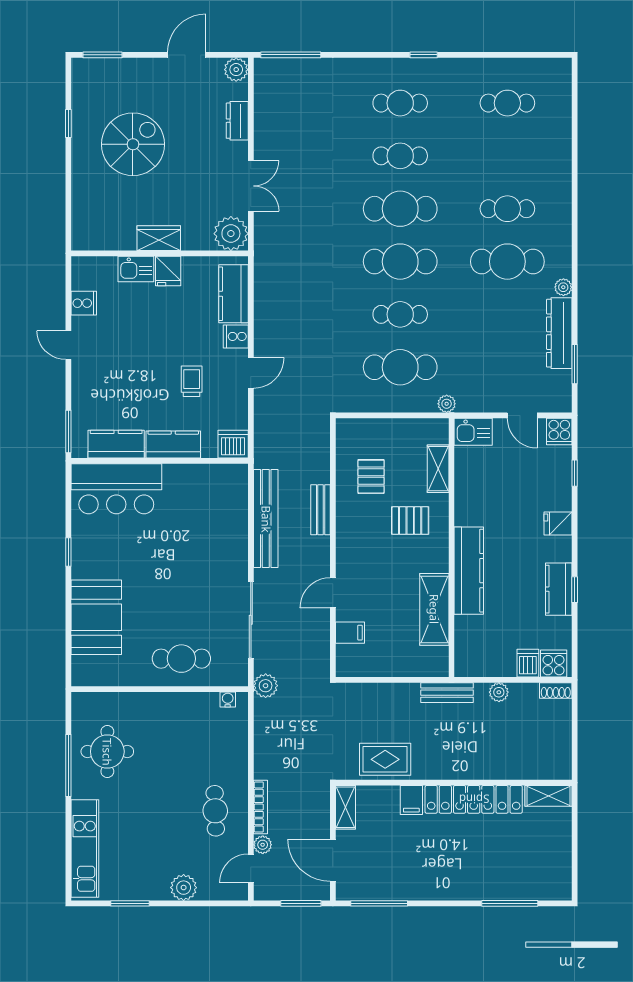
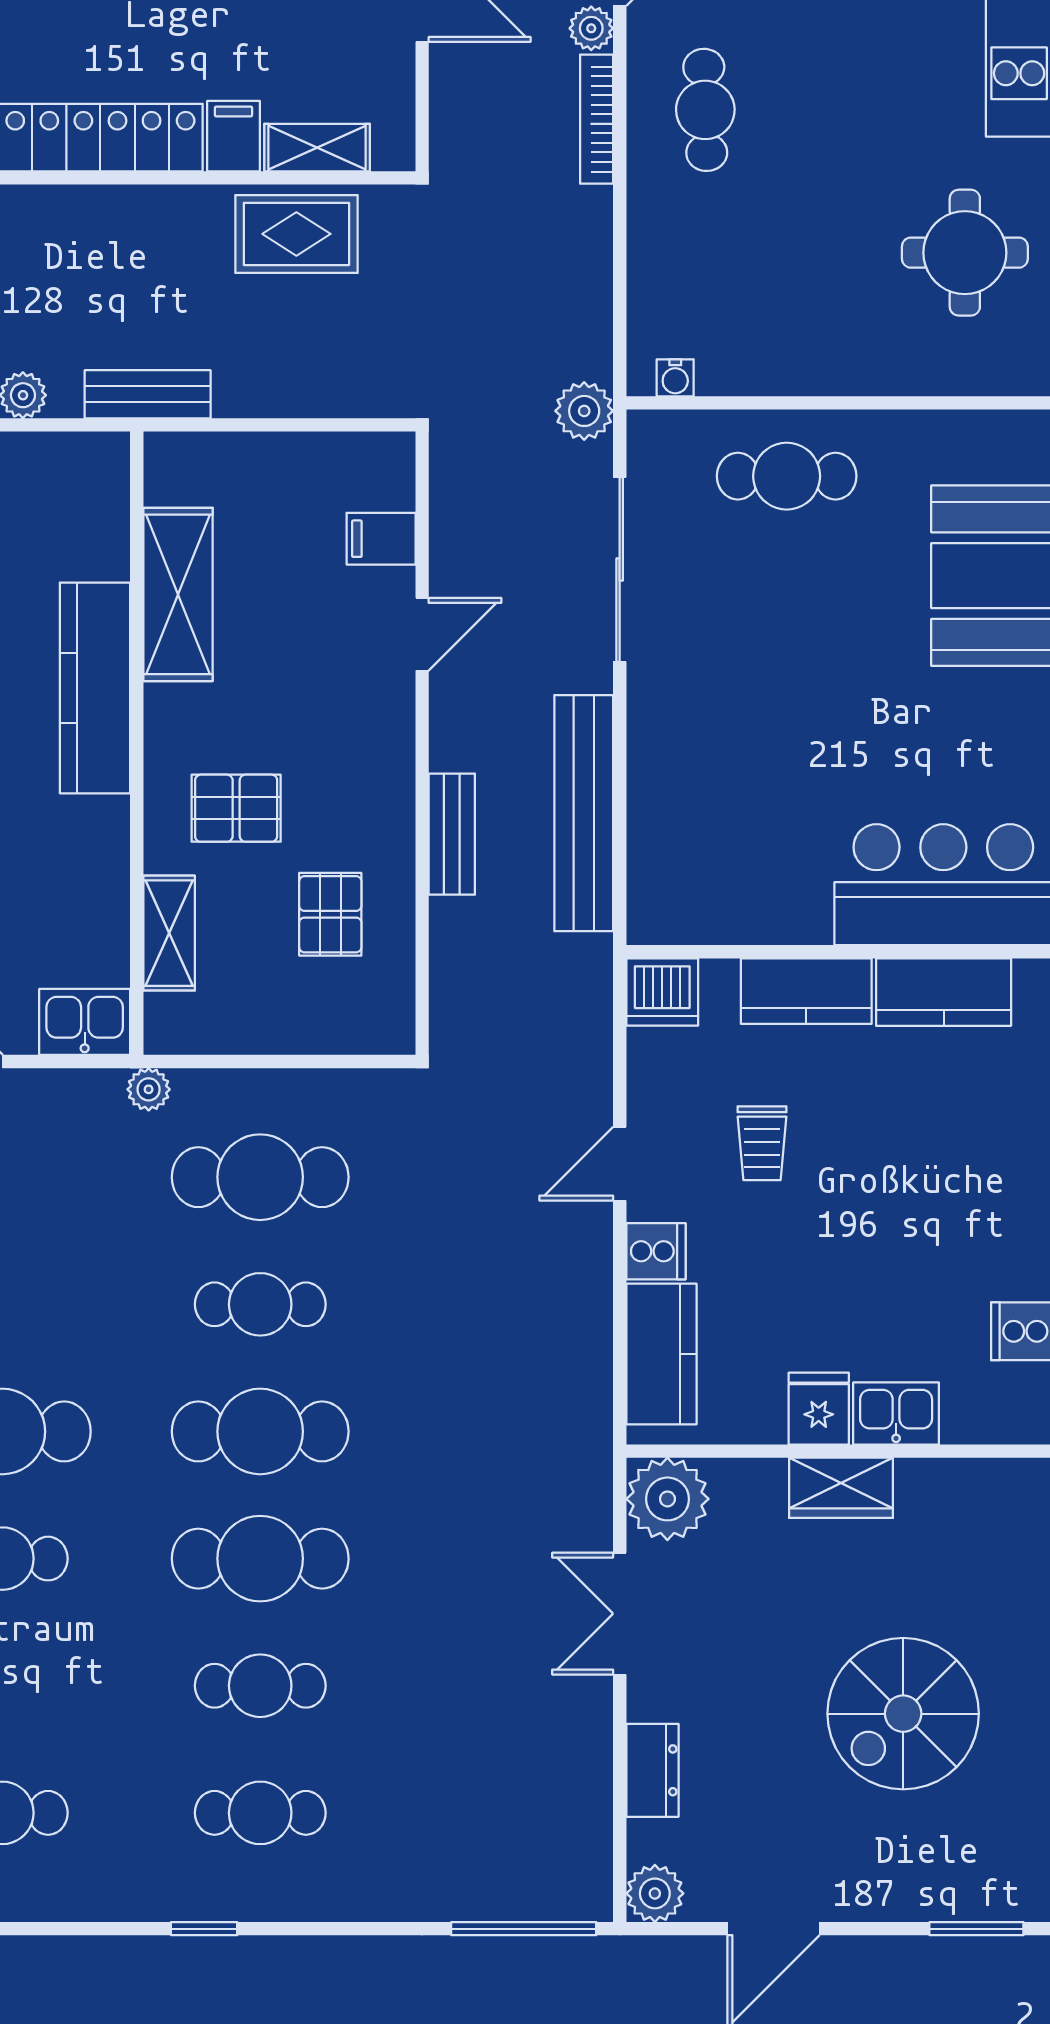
shelving: (346, 807) -> (317, 148), moved, turned 90

